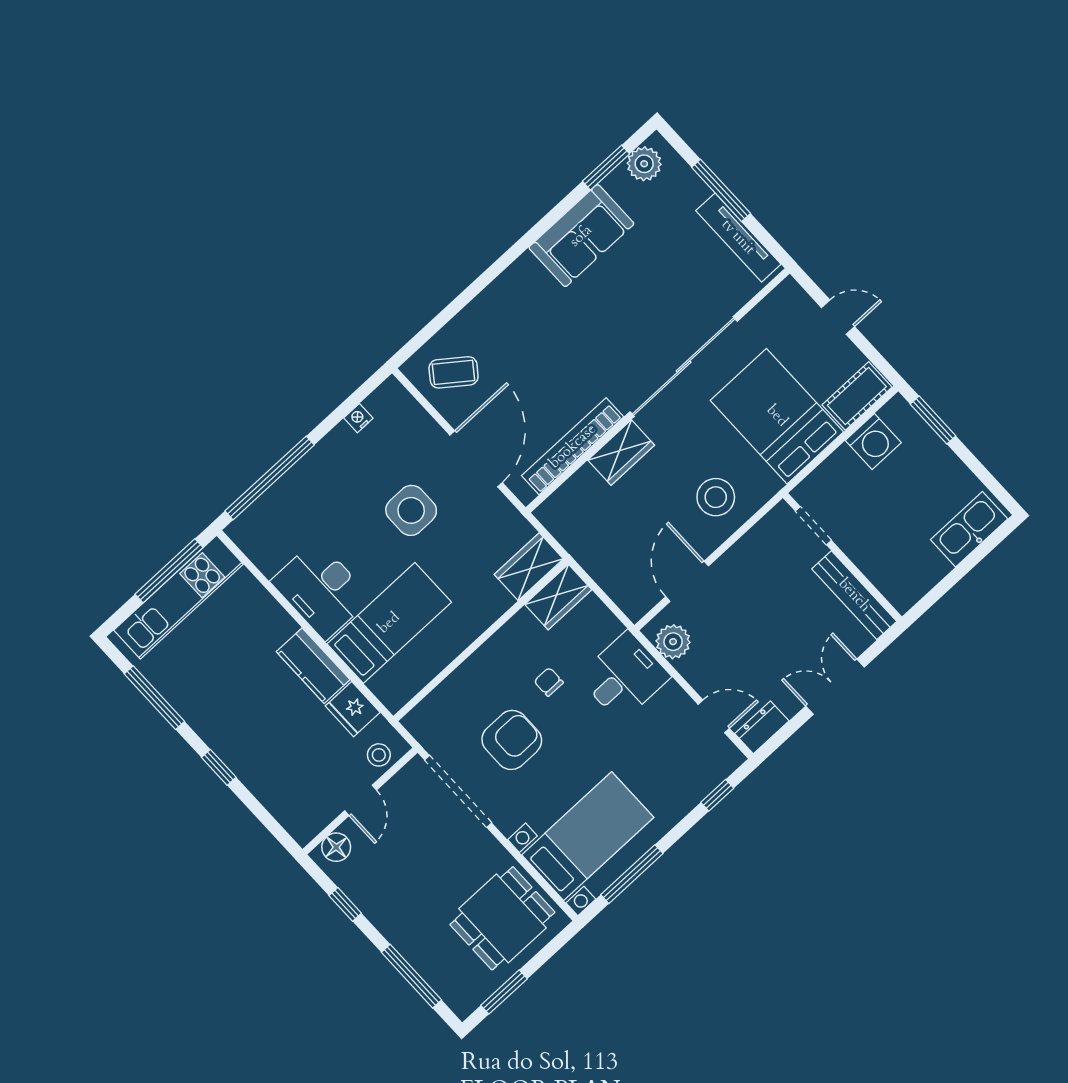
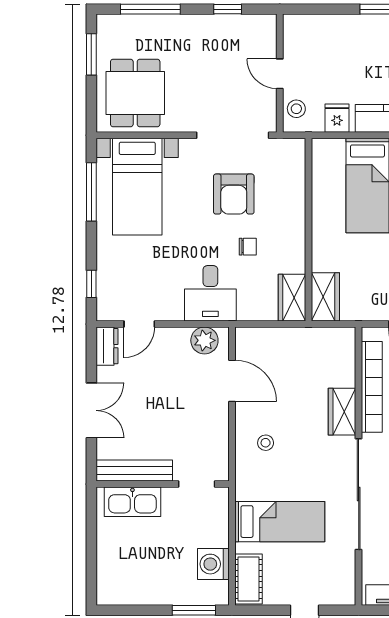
bed: (777, 416) -> (280, 522), width x0.67
stool: (716, 497) -> (266, 443), width x0.53, depth x0.53
kitchen sink: (969, 529) -> (132, 502), moved, turned 90
fridge: (353, 709) -> (337, 118), width x0.72
floor lamp: (336, 847) -> (266, 35), removed

